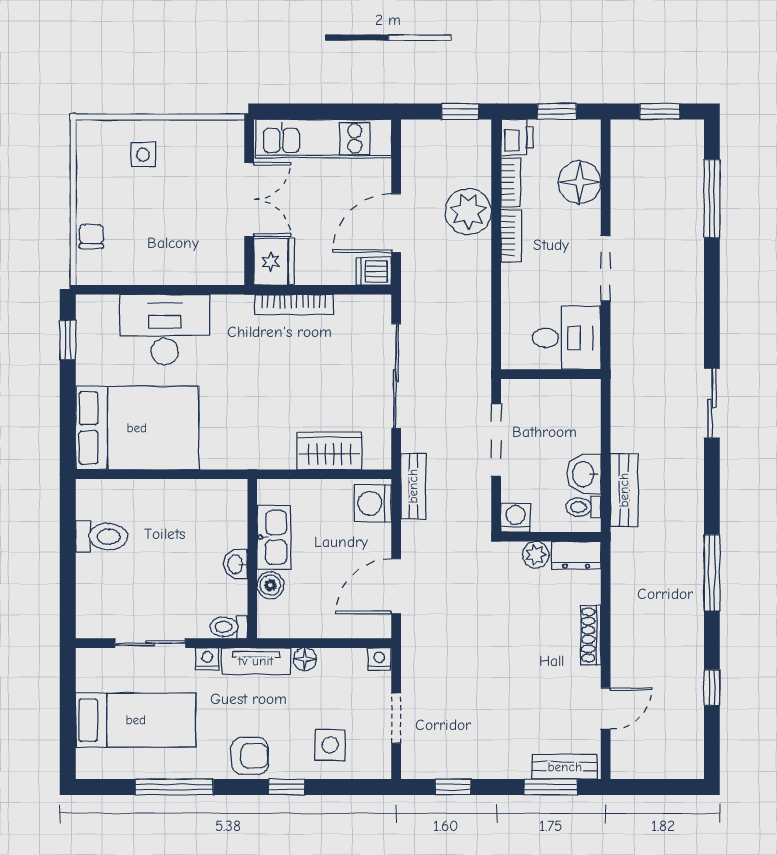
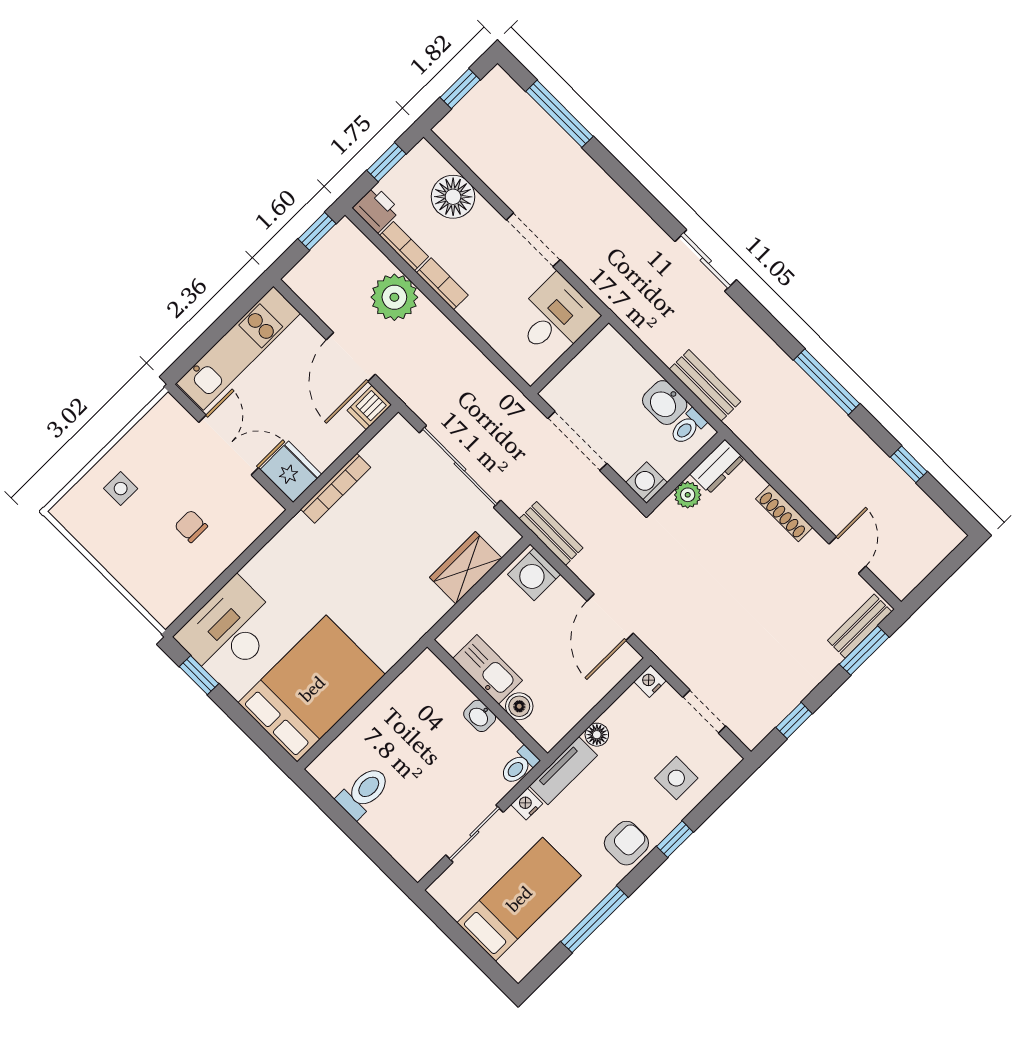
chair: (91, 236) -> (191, 526), moved
desk: (165, 330) -> (230, 630), moved

